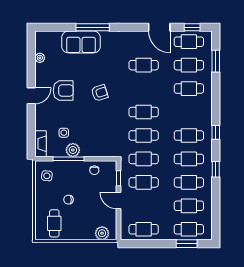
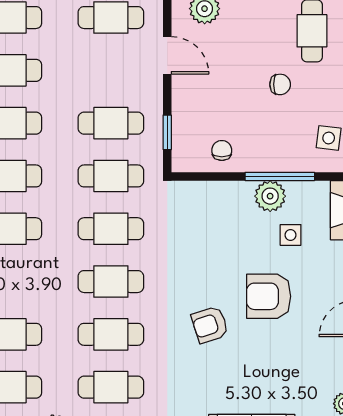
cafe table: (144, 89) -> (111, 334), added
armchair: (63, 91) -> (269, 296), moved
door: (119, 201) -> (167, 55), moved

